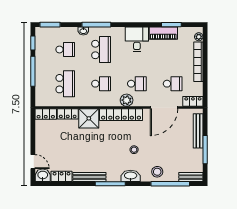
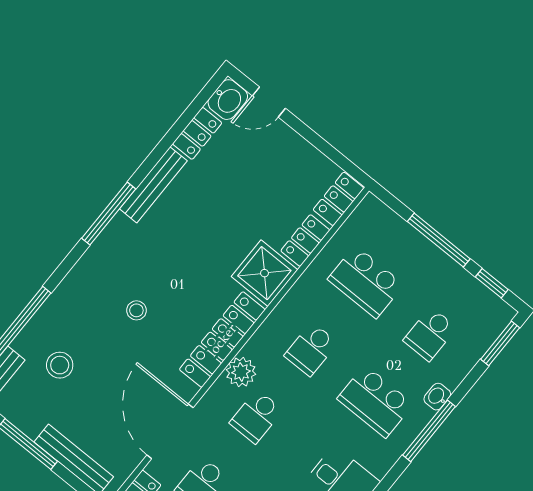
stool: (157, 172) -> (60, 365), moved
washbasin: (131, 176) -> (92, 264), removed

